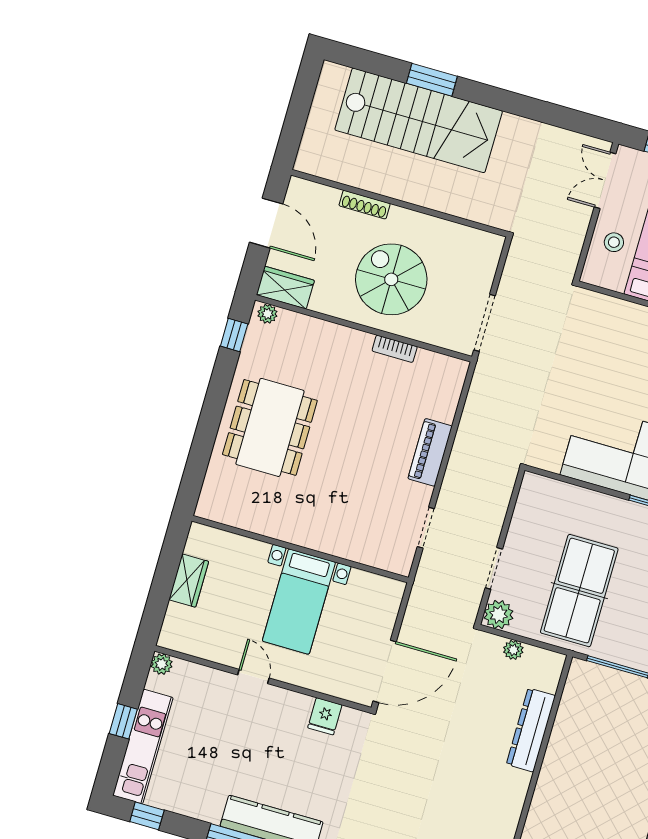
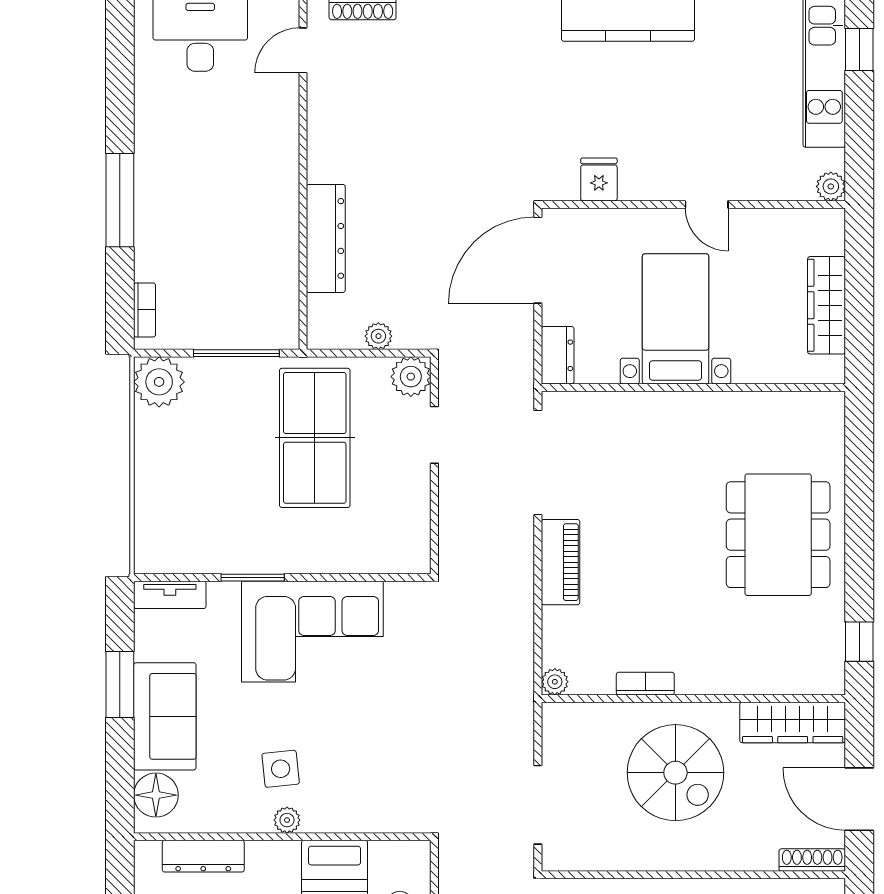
shoe rack: (365, 205) -> (812, 860), moved
wardrobe: (285, 288) -> (793, 722), width x1.50
plant: (267, 314) -> (555, 682), moved
doorway: (485, 323) -> (538, 805), moved
doorway: (426, 528) -> (538, 462), width x1.88
wardrobe: (189, 581) -> (827, 305), width x1.50
dresser: (390, 600) -> (558, 355), added
window: (123, 721) -> (859, 49), moved

